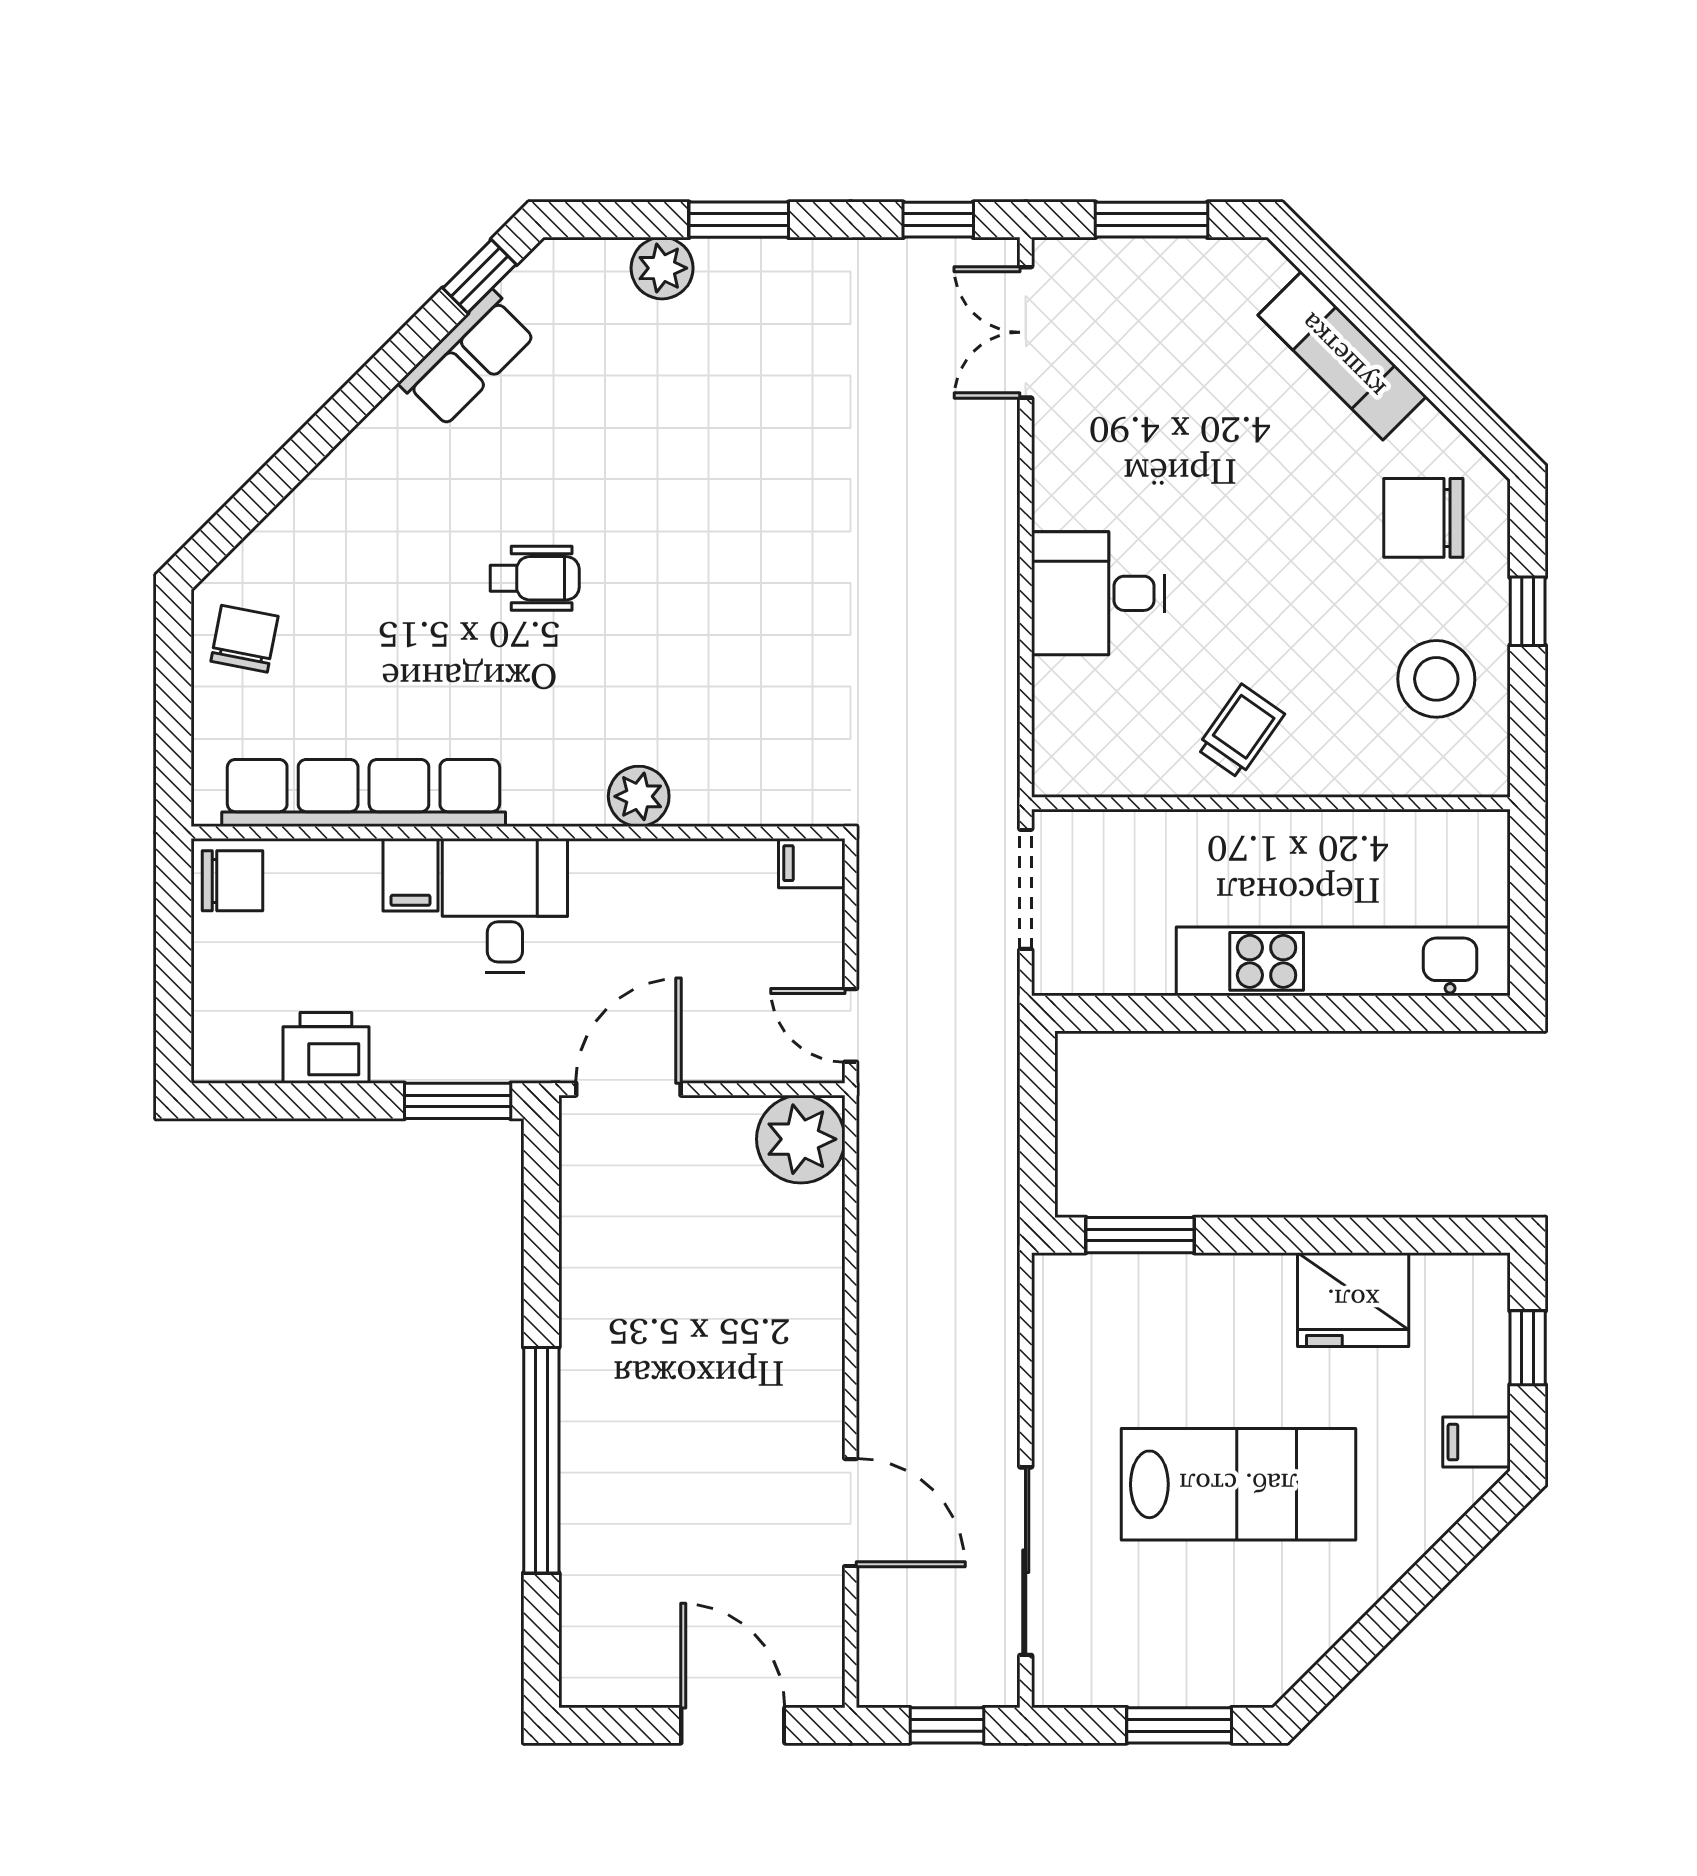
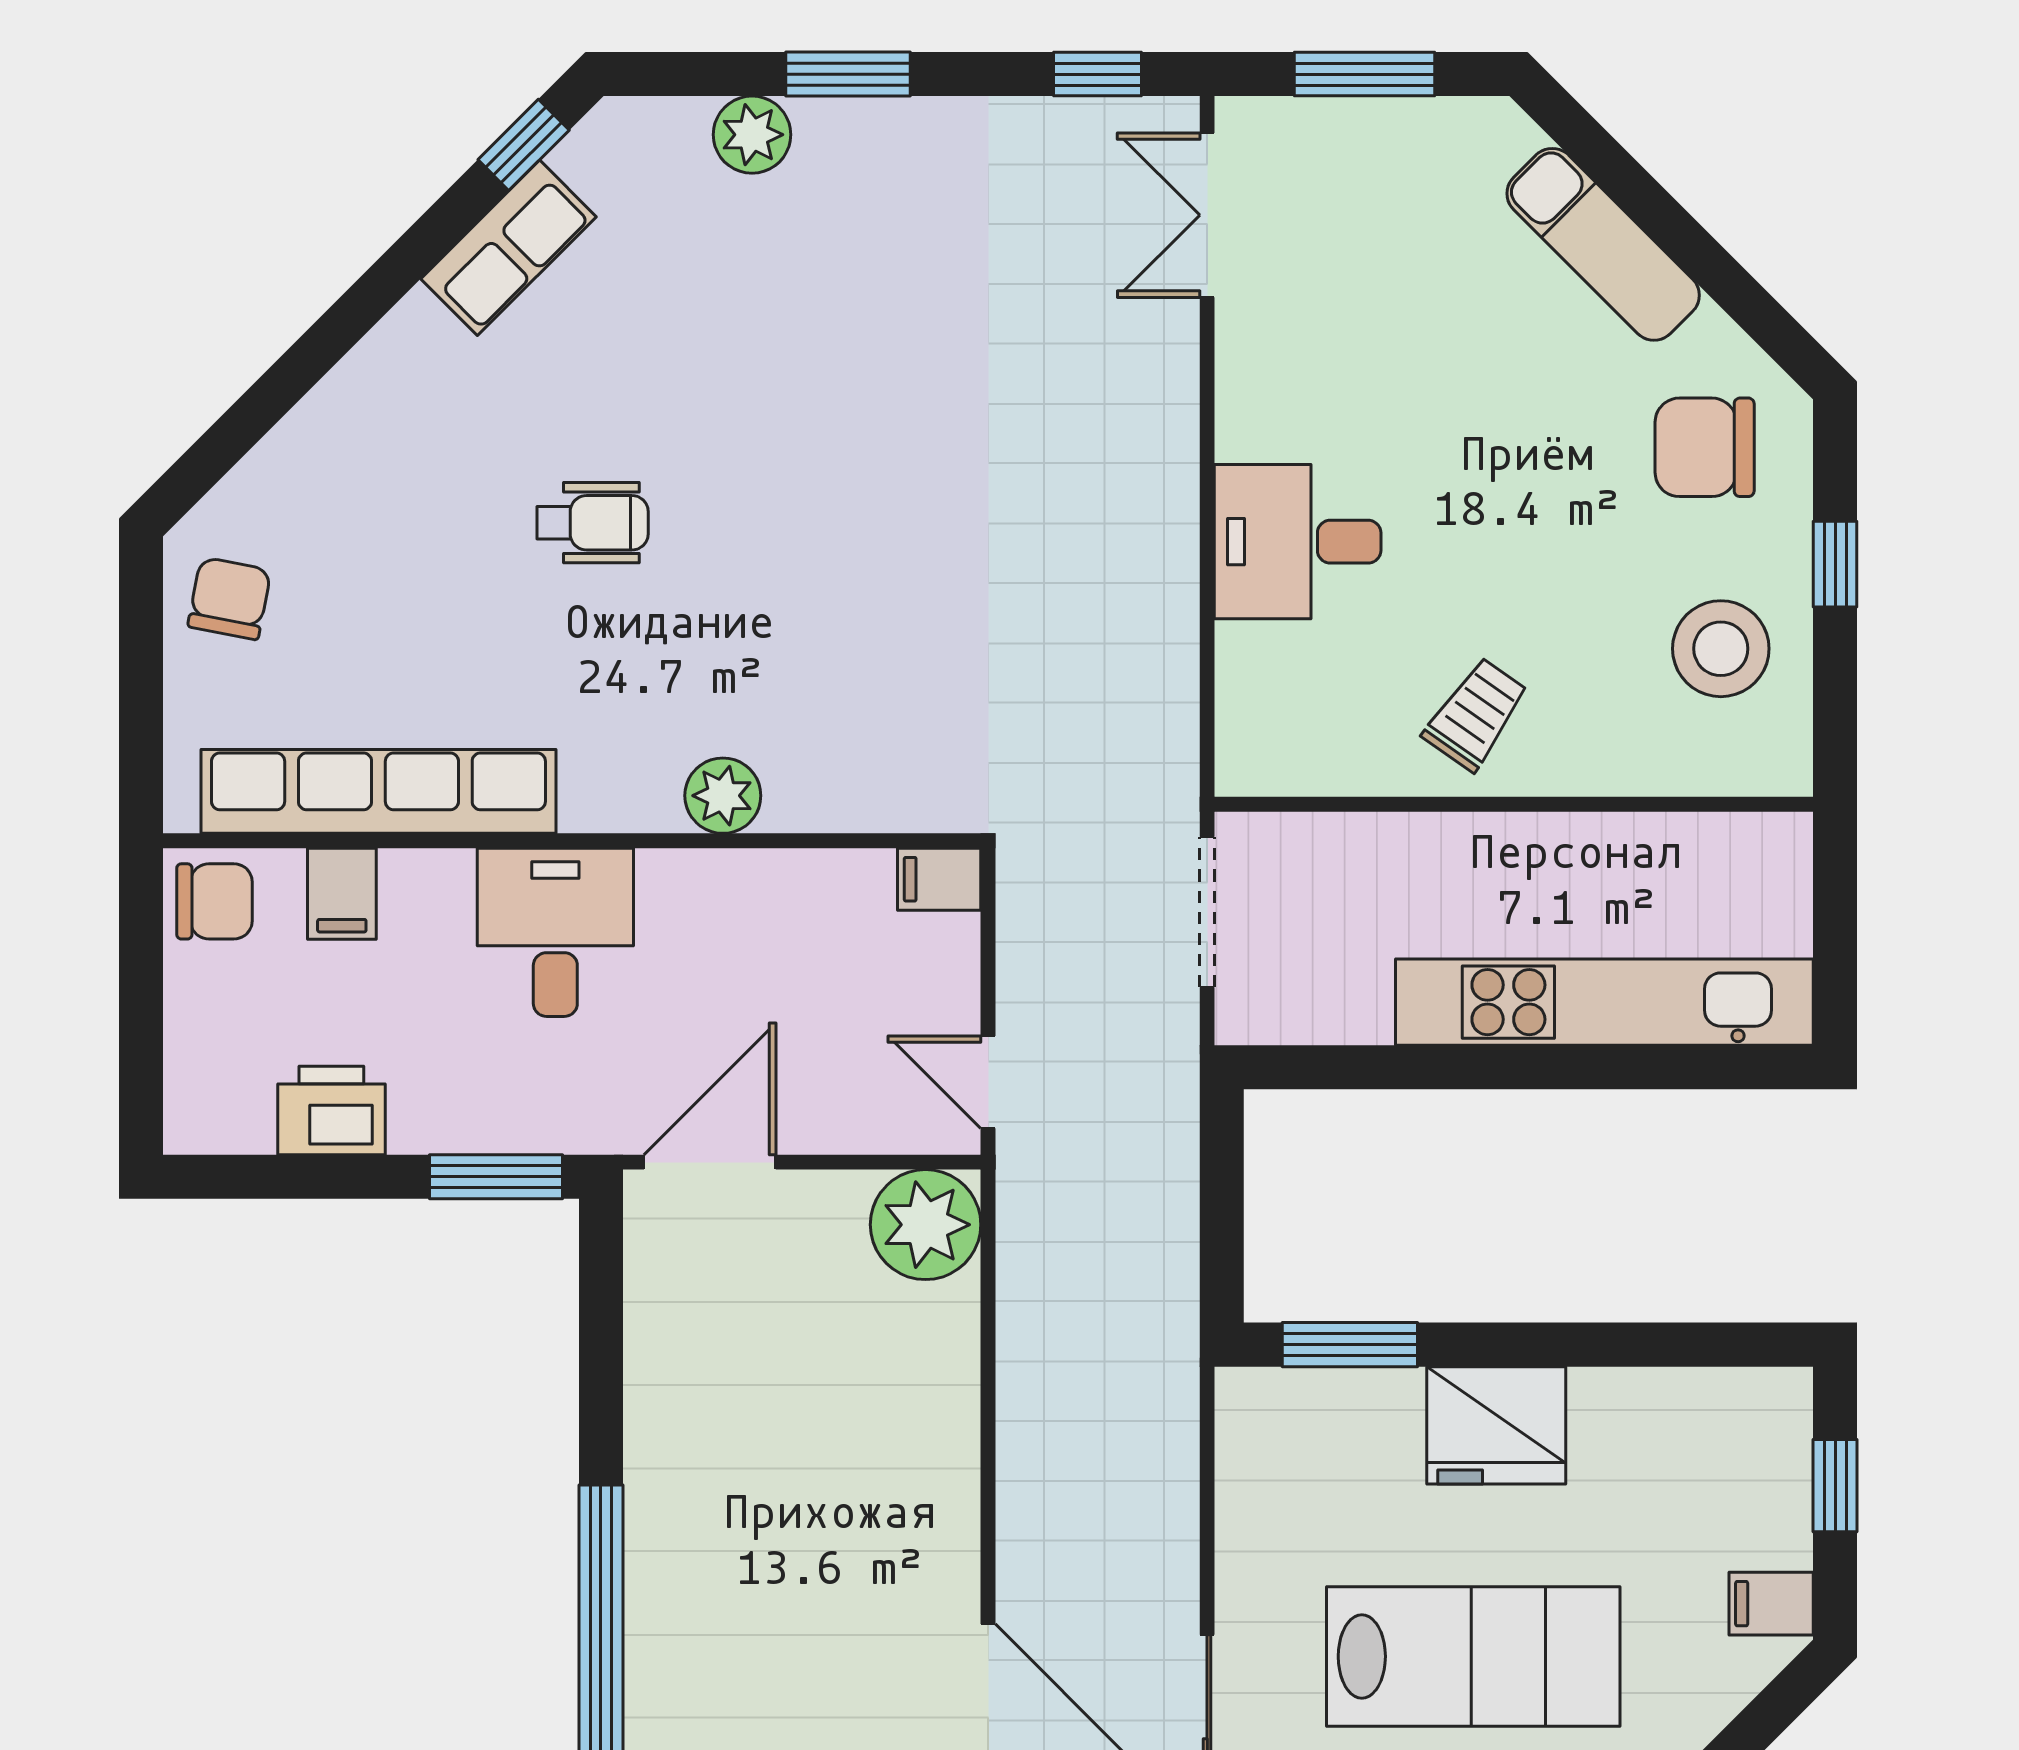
filing cabinet: (410, 875) -> (342, 894), moved
fridge: (1353, 1300) -> (1496, 1425), moved

